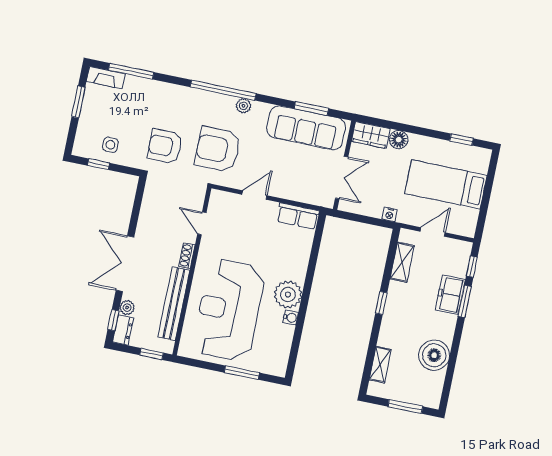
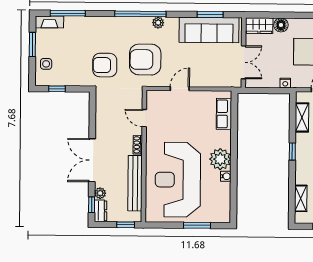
side table: (110, 145) -> (46, 64), moved
row of seats: (298, 216) -> (224, 114), moved, turned 90

